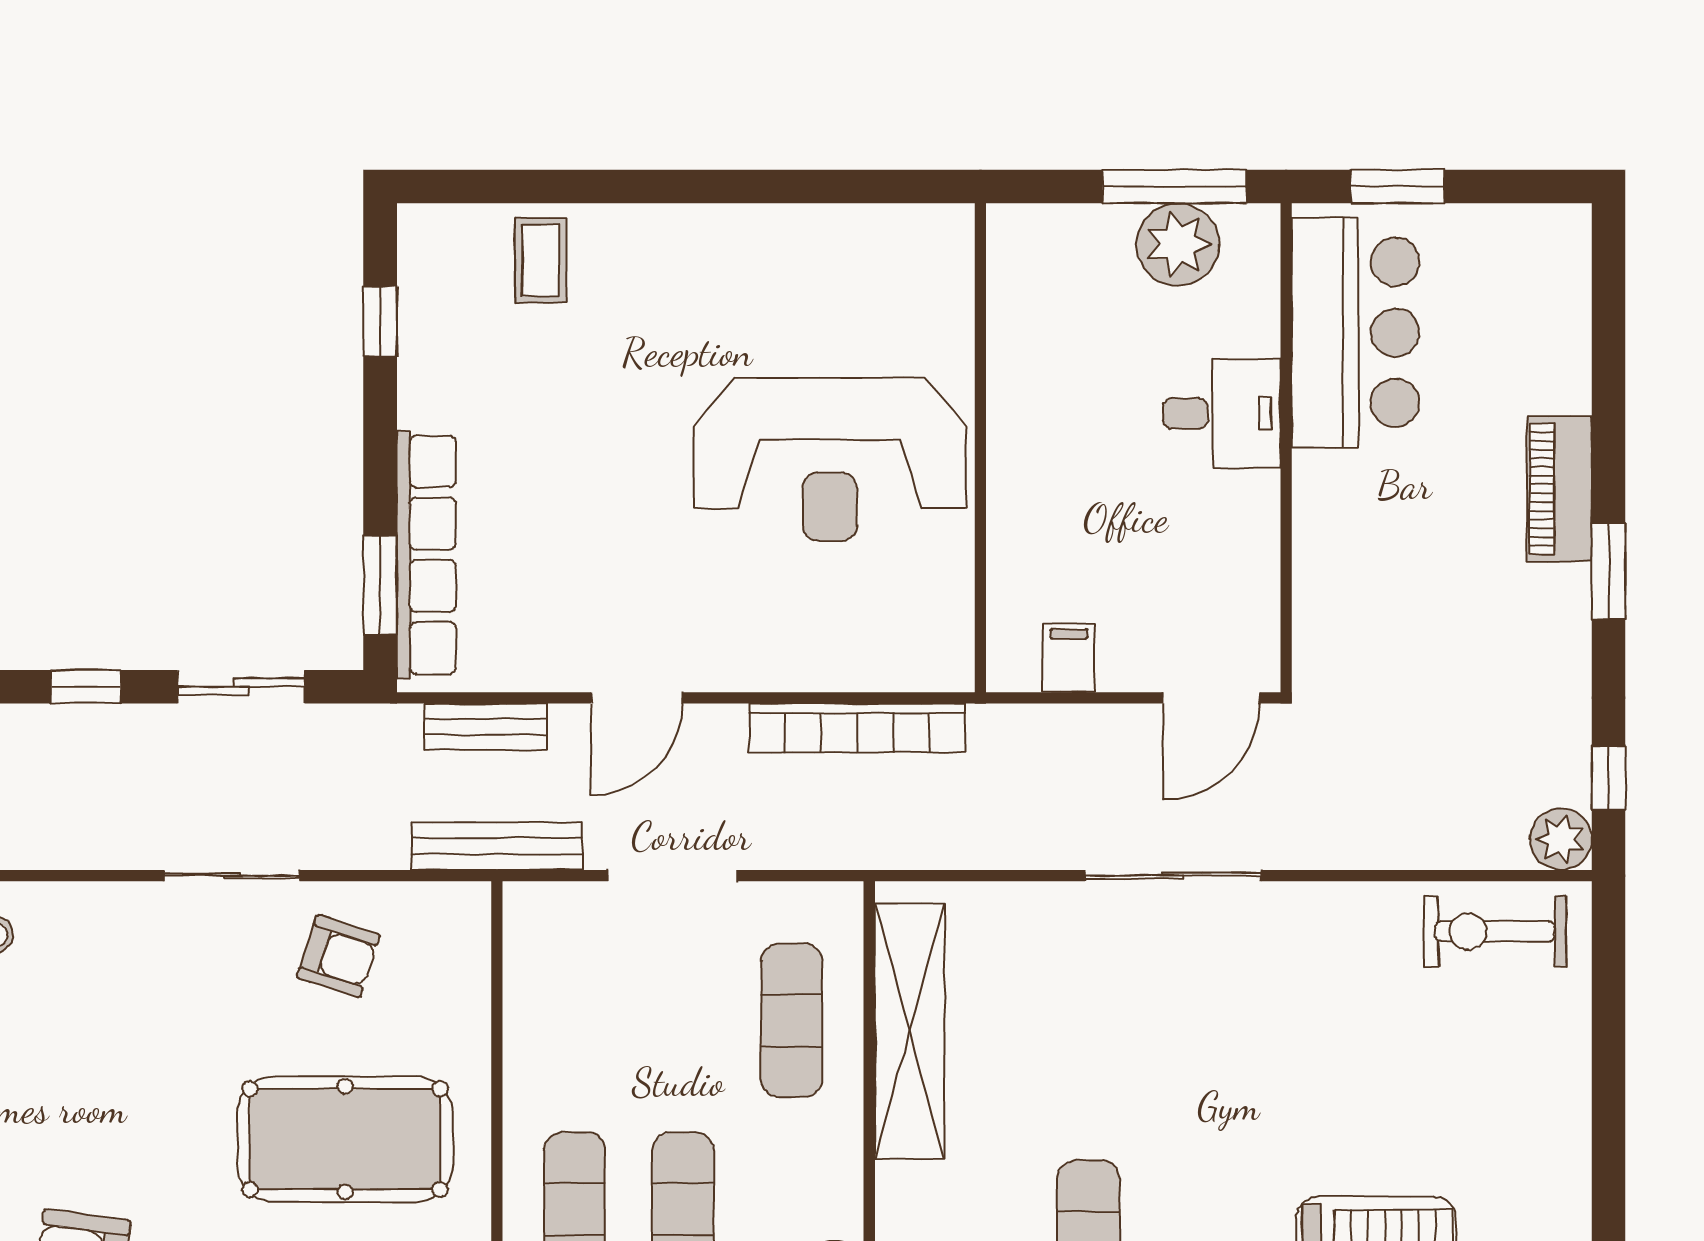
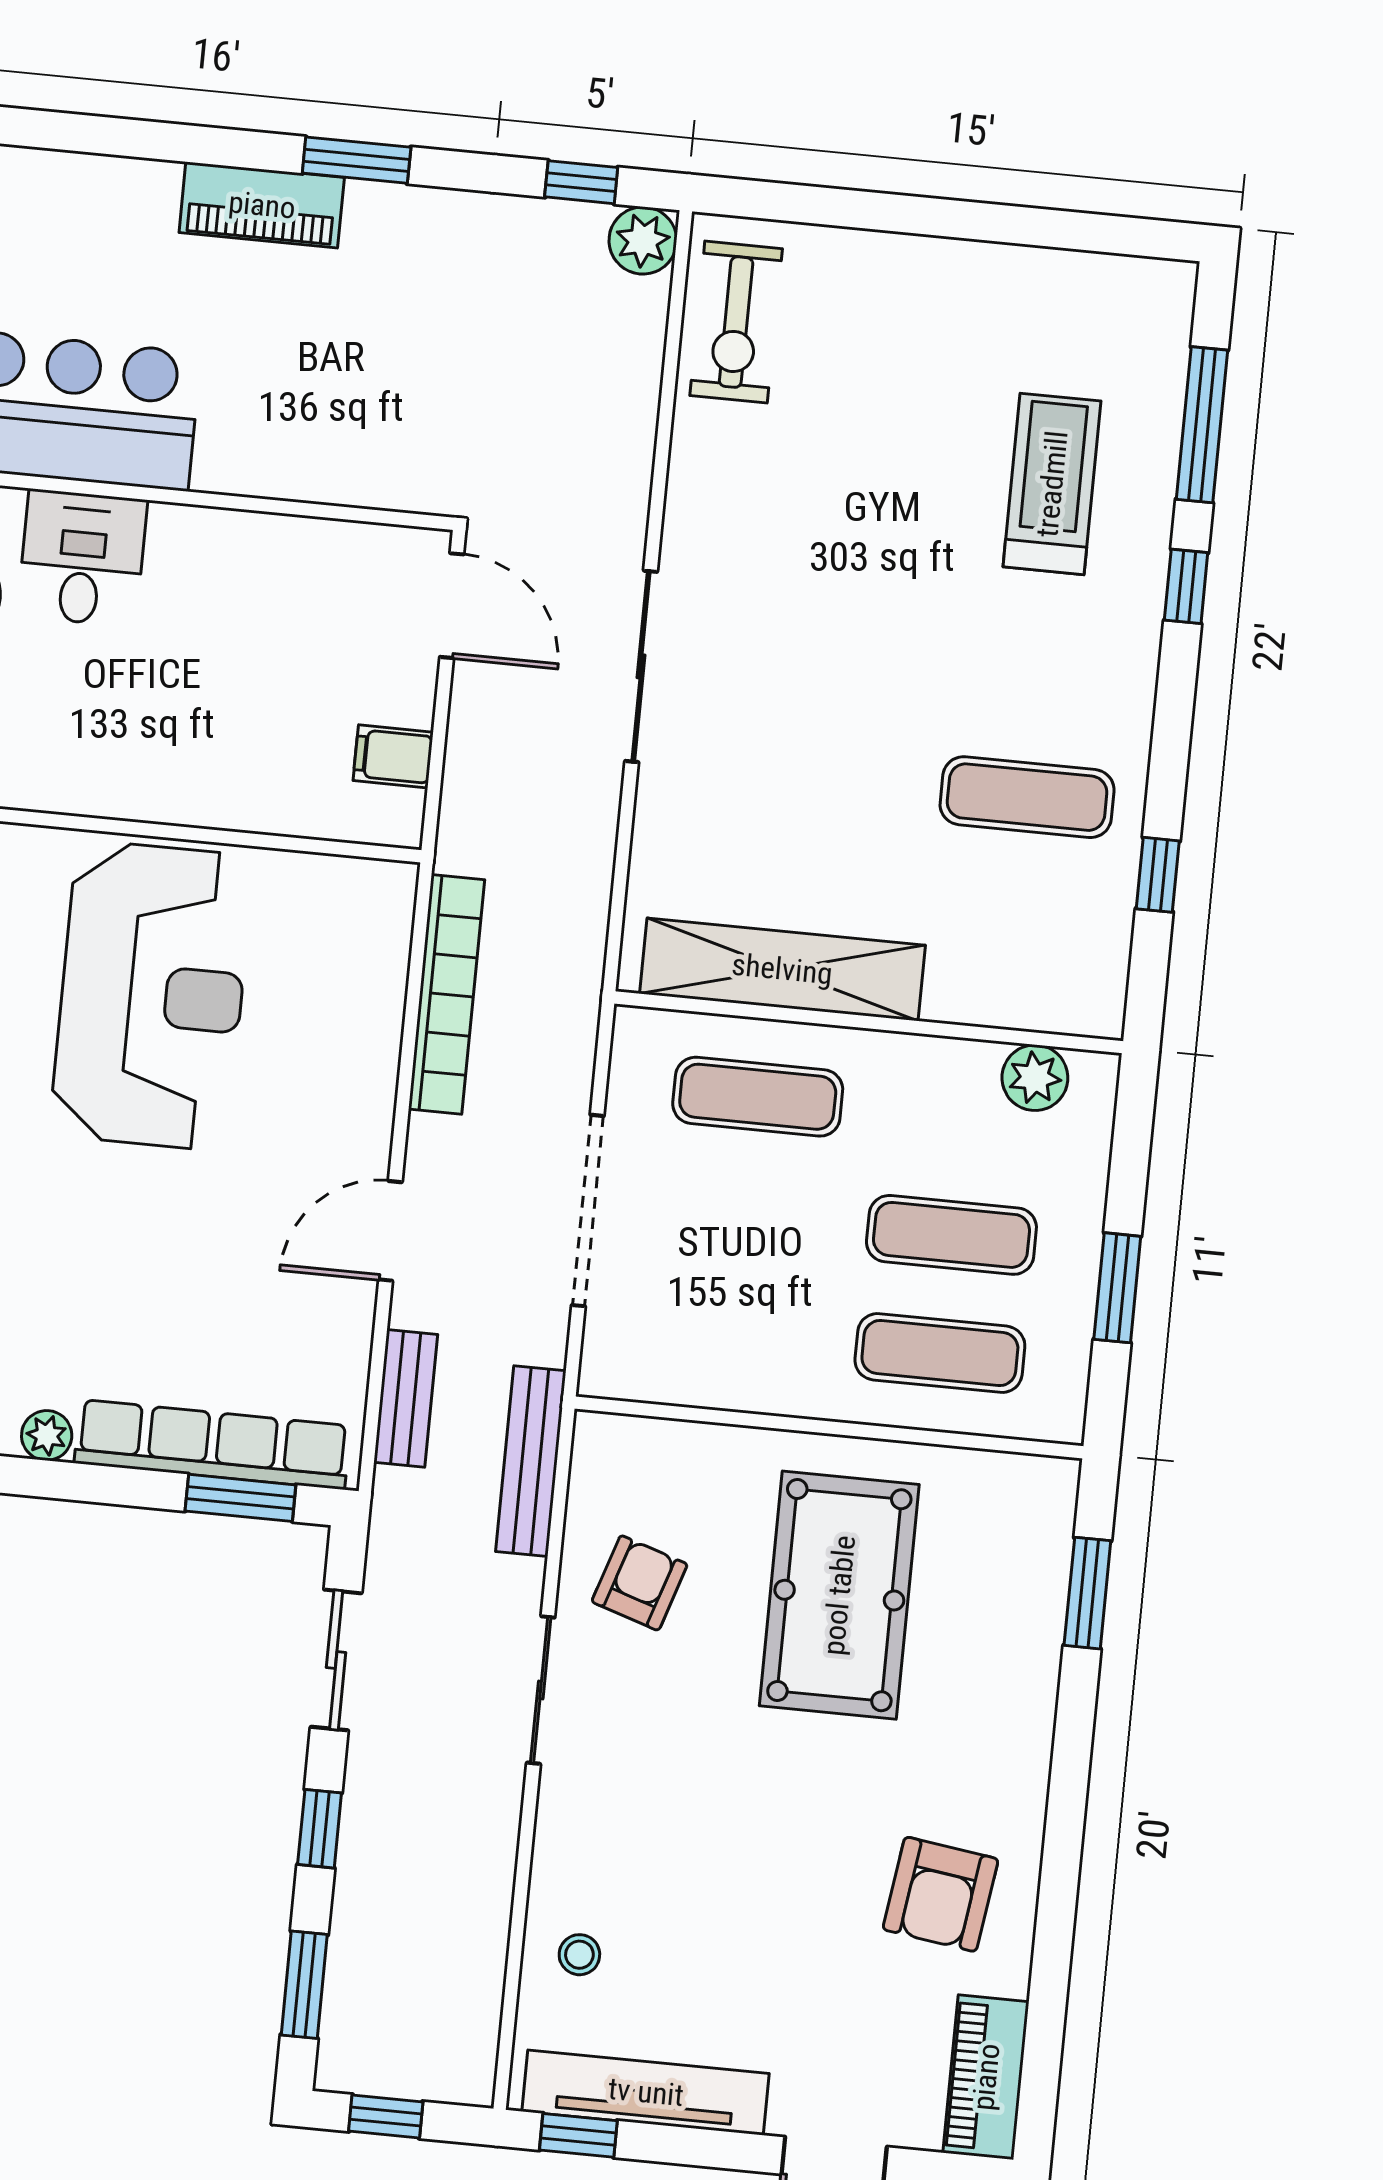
plant: (420, 403) -> (47, 1435), added
desk: (1222, 413) -> (82, 558), moved
door: (637, 698) -> (390, 1231), swing flipped
bench: (497, 846) -> (531, 1461), moved
doorway: (673, 876) -> (588, 1211), width x1.36

